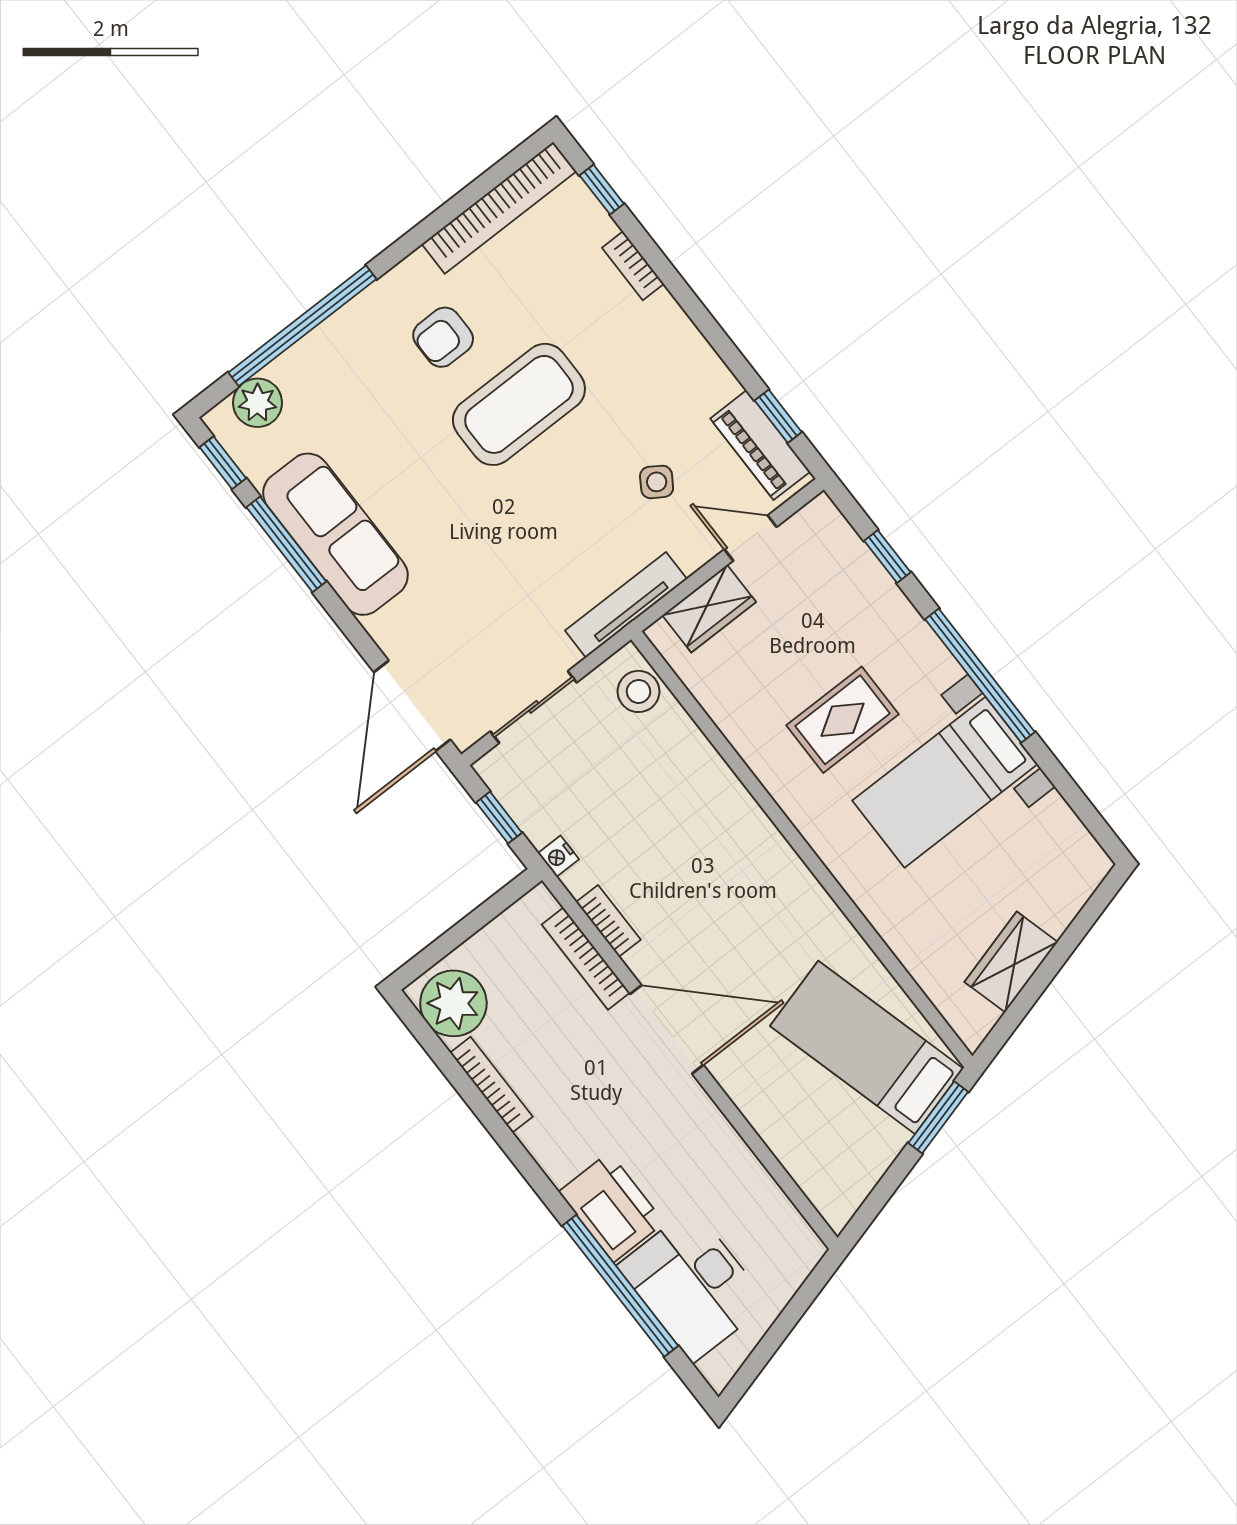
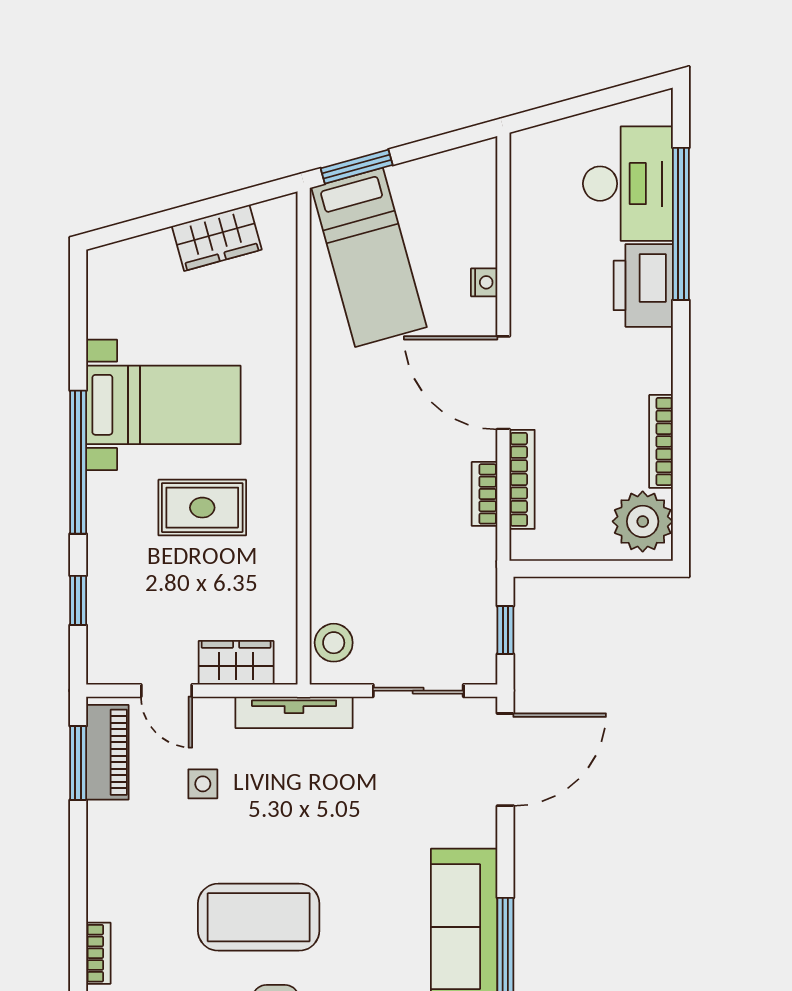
window: (778, 416) -> (78, 763), width x1.50
side table: (657, 482) -> (203, 784), turned -33
nightstand: (558, 856) -> (484, 282), moved

